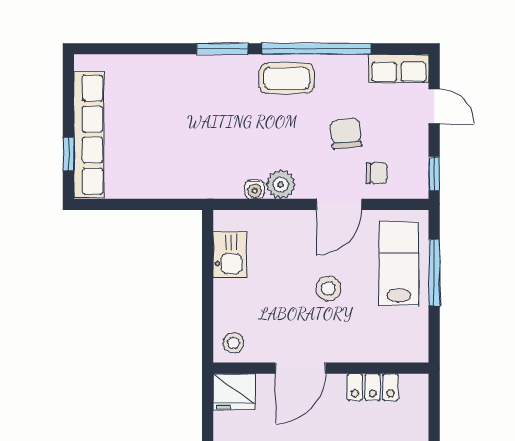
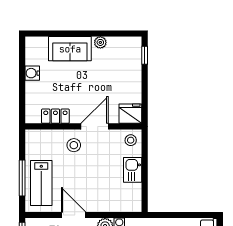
door: (339, 204) -> (74, 215), hinge flipped
kitchen sink: (230, 254) -> (133, 170), moved
stool: (328, 289) -> (74, 145), moved

